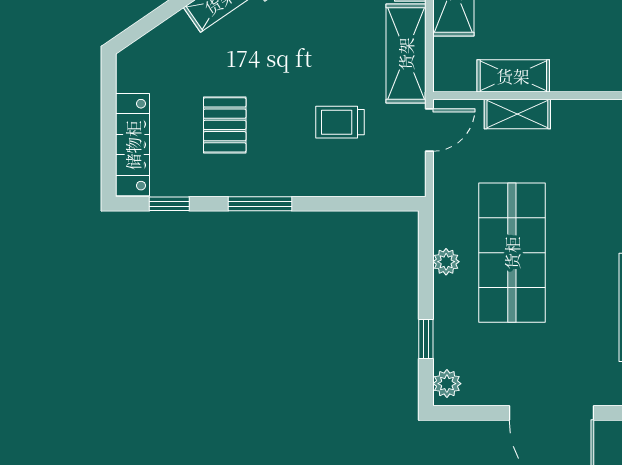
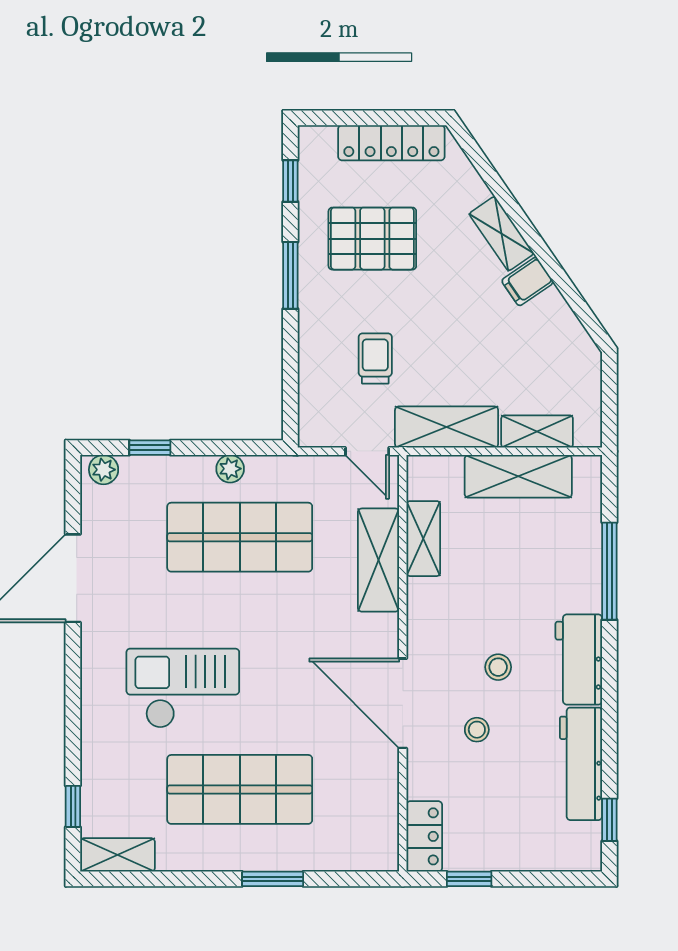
shelving: (517, 114) -> (379, 560), width x1.50, depth x1.33
pallet: (225, 125) -> (372, 239), width x1.50, depth x1.42
locker: (133, 145) -> (391, 143), moved

